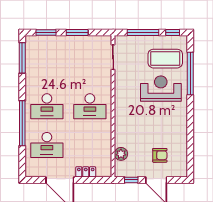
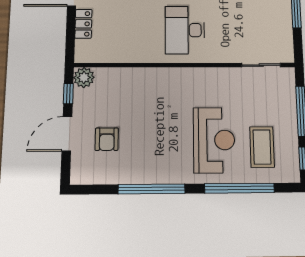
coffee table: (165, 59) -> (262, 147), width x0.73, depth x0.76
window: (190, 127) -> (152, 189), added
plant: (121, 154) -> (84, 78), moved

